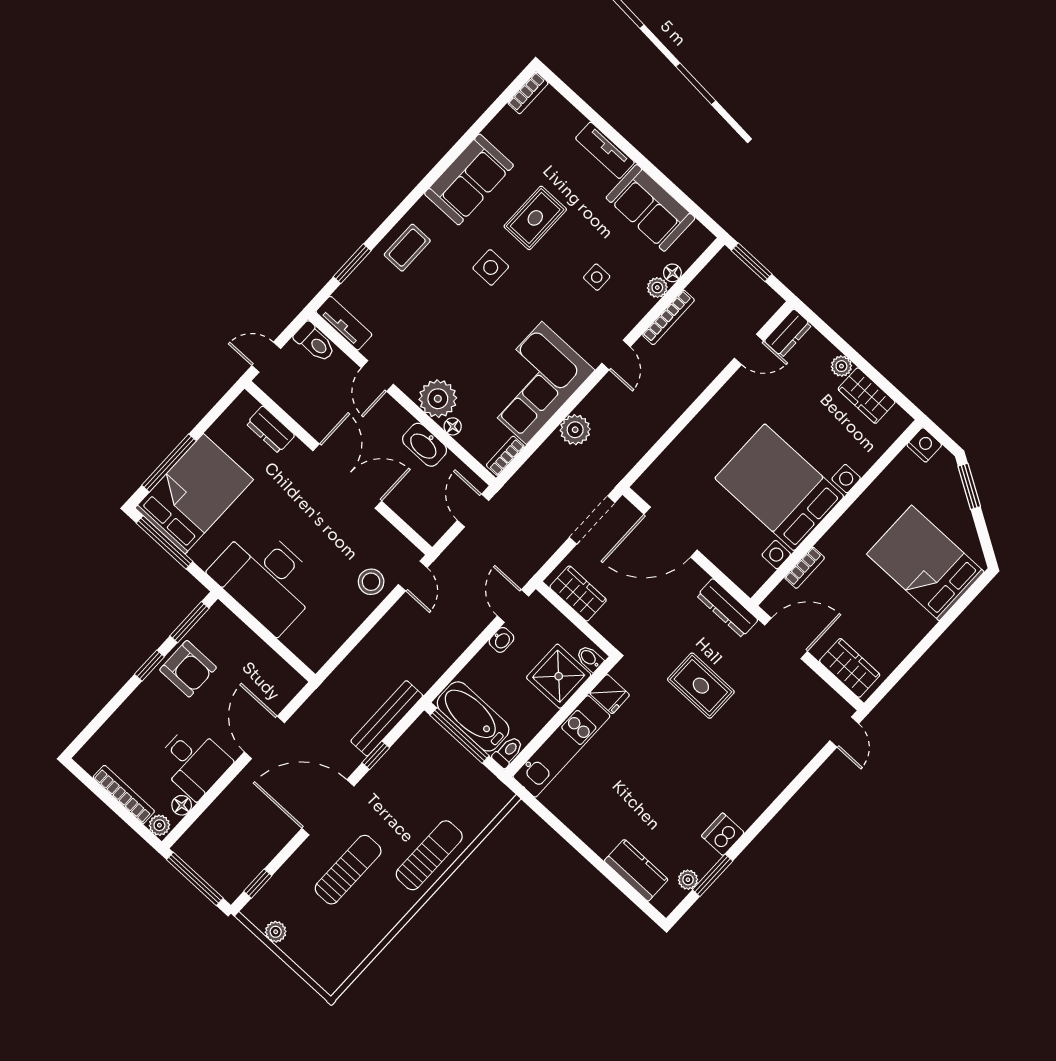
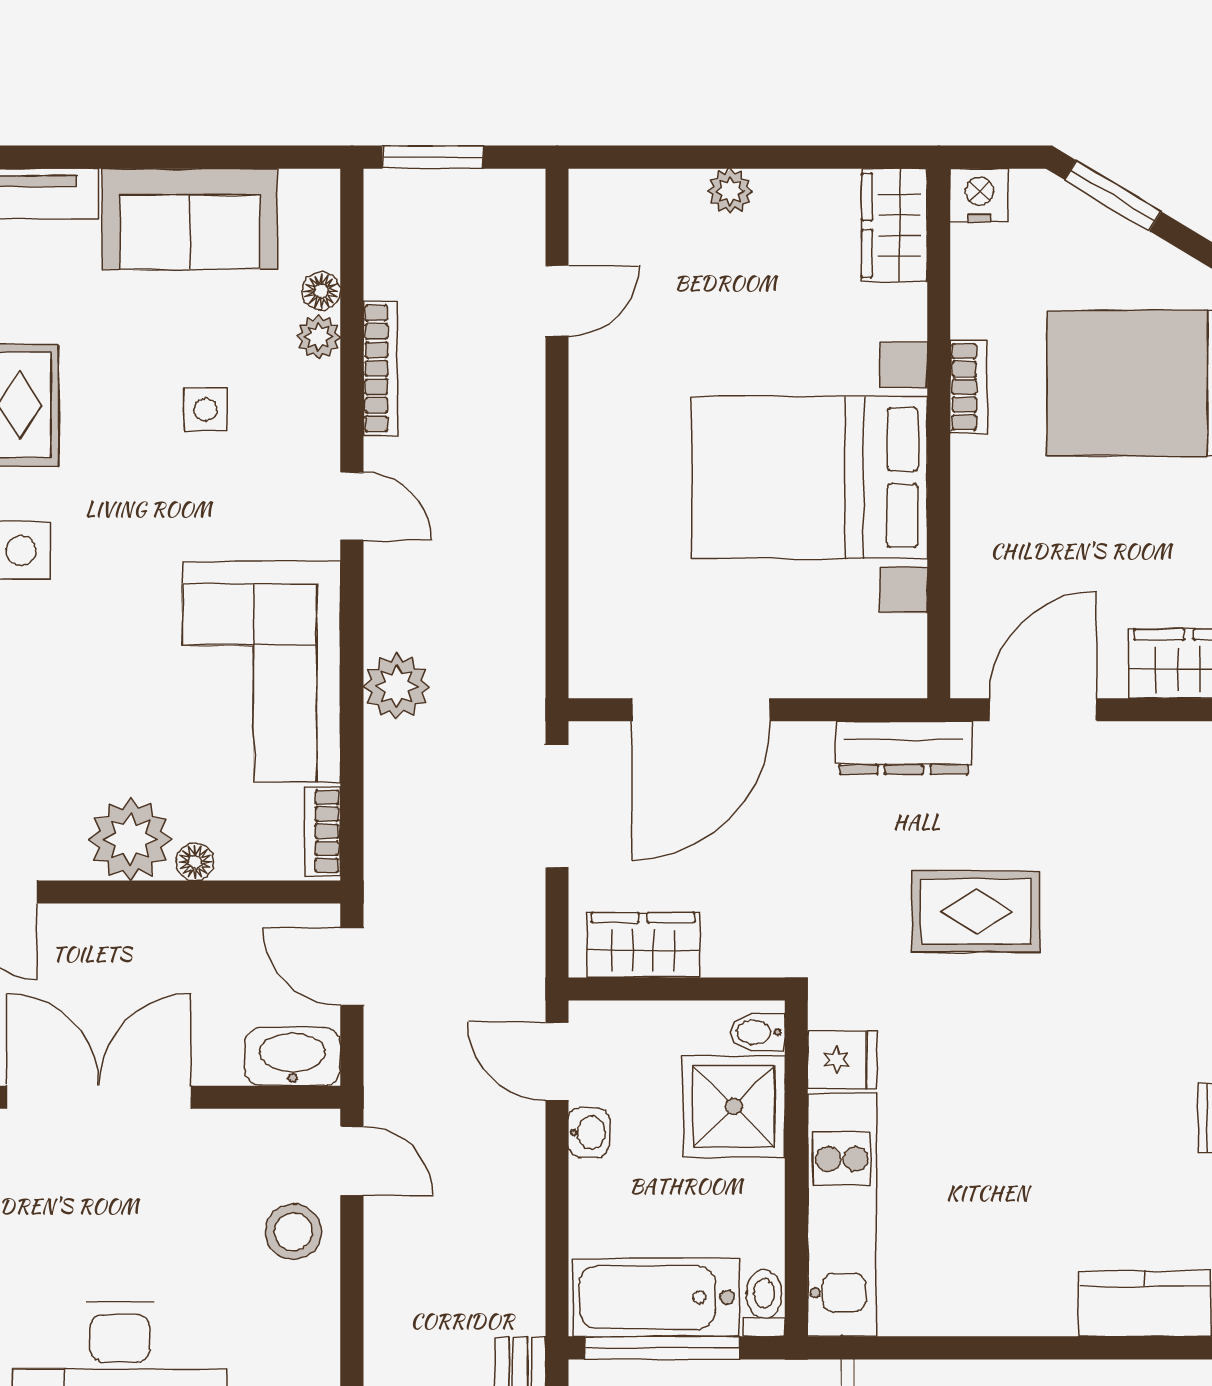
dresser: (788, 333) -> (596, 217), removed
wardrobe: (867, 396) -> (894, 225), moved, turned 90
washbasin: (425, 445) -> (293, 1057), moved, turned 180
bookcase: (805, 568) -> (969, 387), moved

